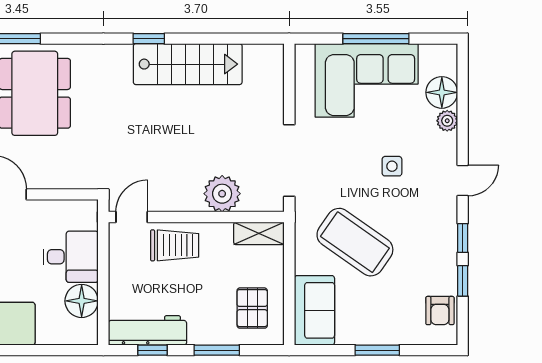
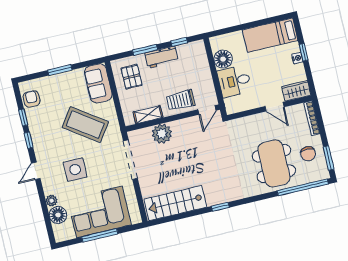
stairs: (188, 64) -> (175, 203), moved
side table: (392, 166) -> (75, 170), width x1.87, depth x1.87
shelving: (259, 233) -> (148, 115), moved
workbench: (147, 330) -> (162, 57), moved, width x0.73

